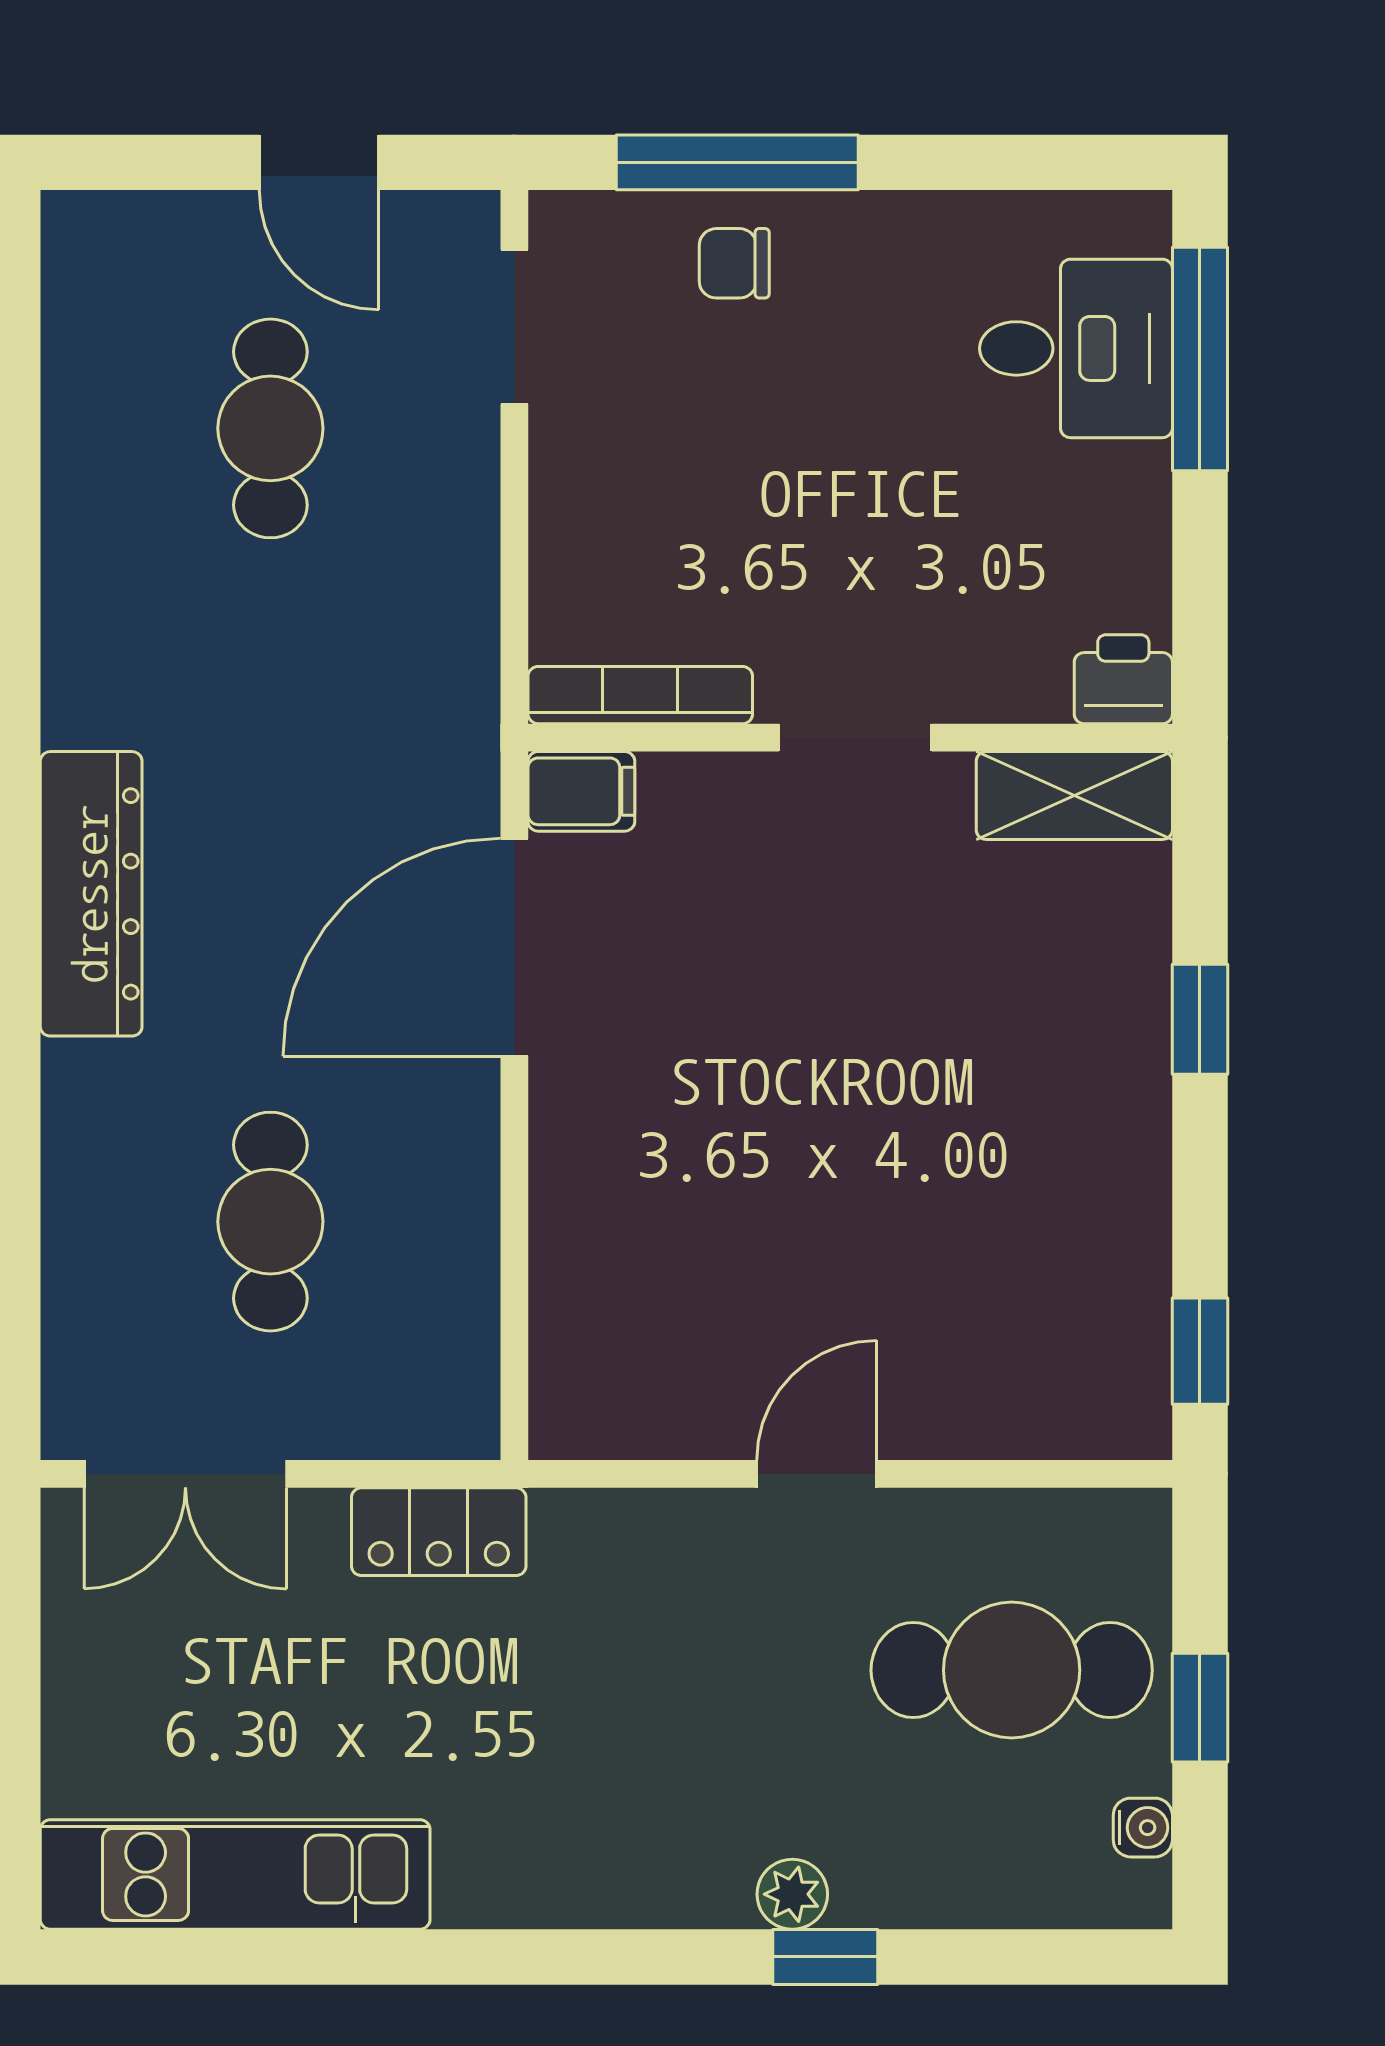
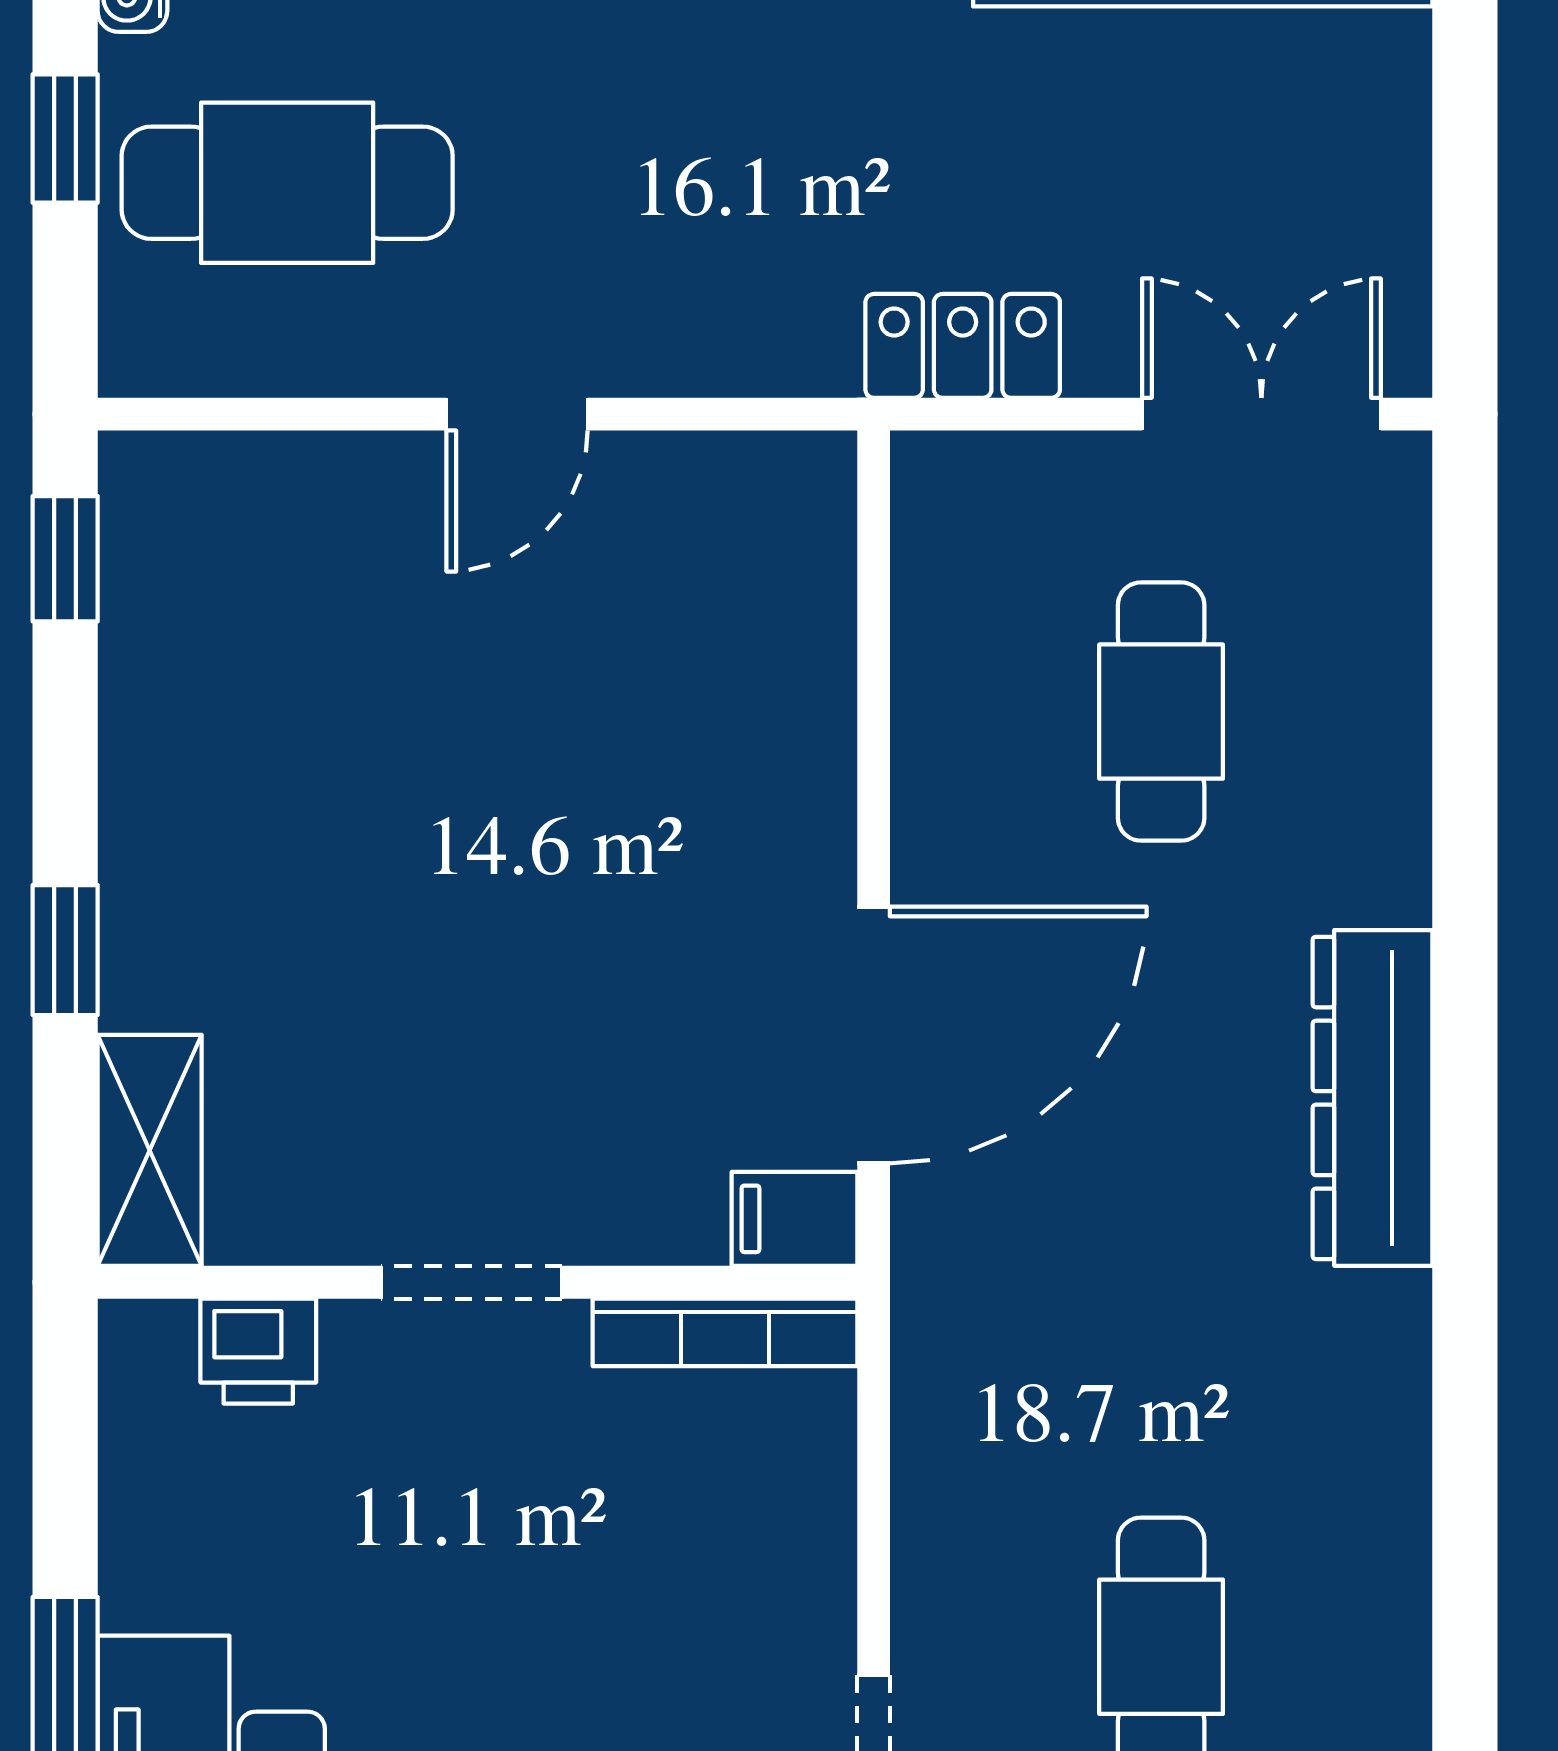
printer: (1123, 679) -> (258, 1351), moved
shelving: (1074, 795) -> (150, 1150), moved, turned 90

